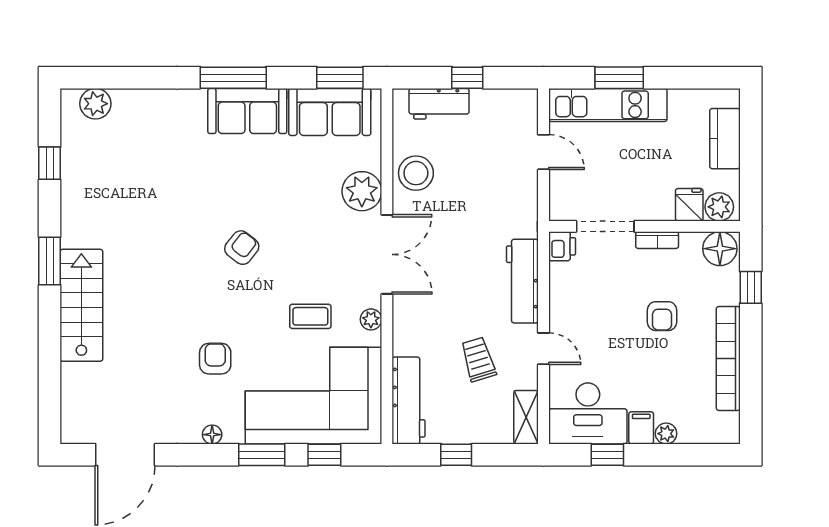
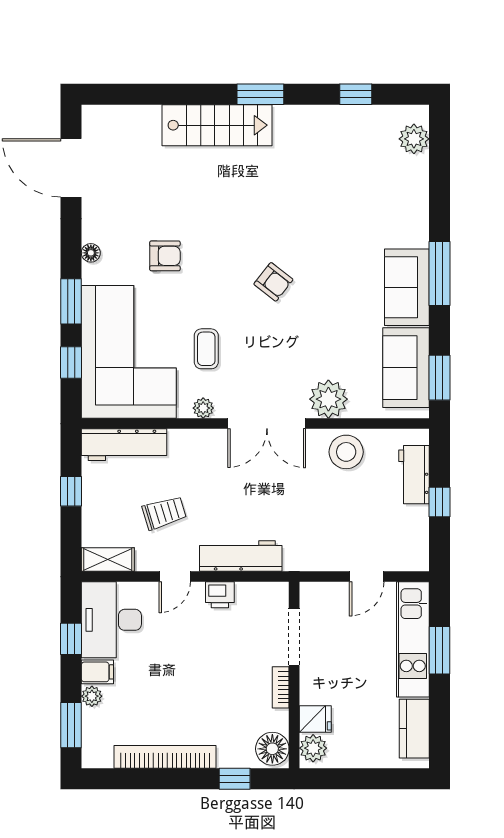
kitchen counter: (725, 139) -> (414, 729), moved, turned -90
printer: (562, 246) -> (220, 595), moved
armchair: (662, 316) -> (206, 692), removed
window: (696, 455) -> (71, 725), added

